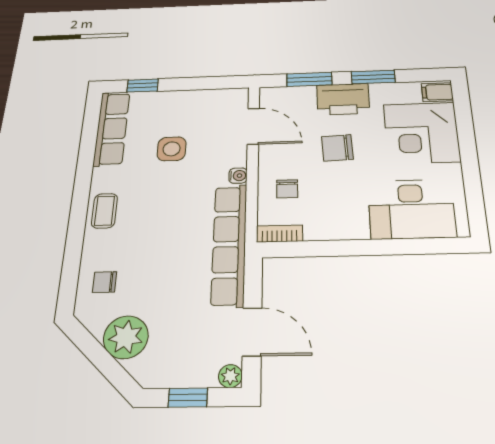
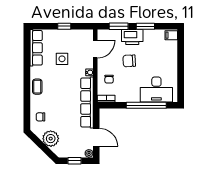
window: (143, 86) -> (64, 26), moved
door: (253, 126) -> (95, 49), hinge flipped
corner desk: (422, 133) -> (163, 55), removed
window: (387, 247) -> (146, 105), added

